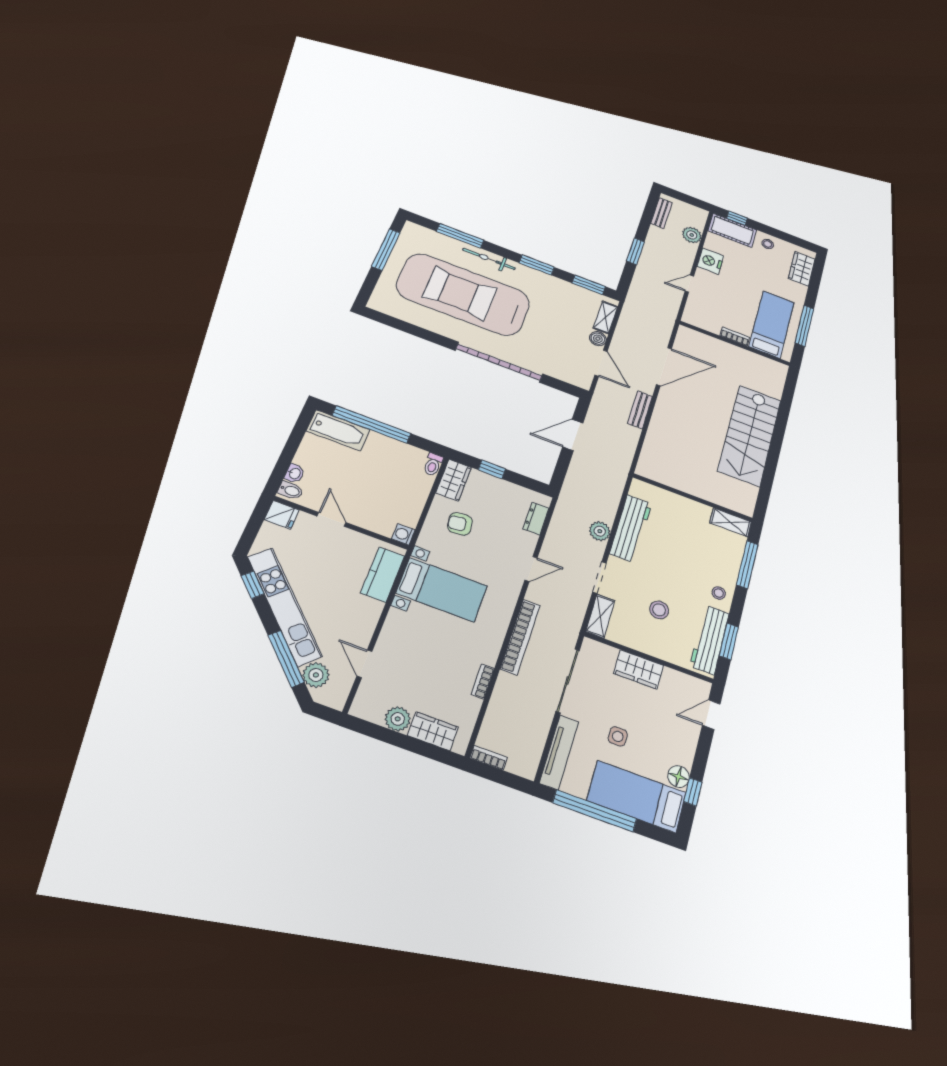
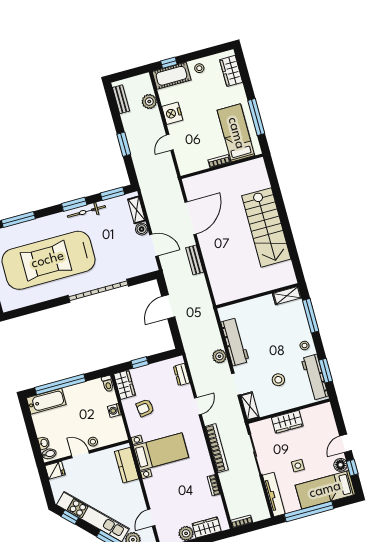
bicycle: (489, 259) -> (86, 211), moved
stool: (360, 516) -> (93, 442), added
washing machine: (403, 534) -> (114, 410), moved
door: (364, 664) -> (151, 518), hinge flipped
door: (711, 715) -> (345, 443), moved

